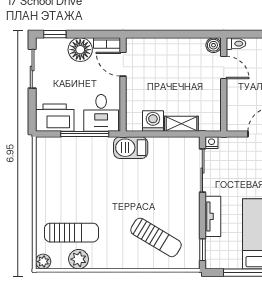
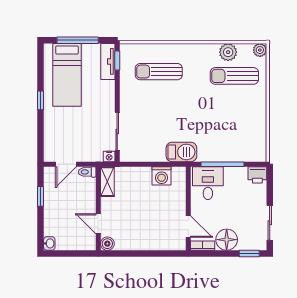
toilet: (236, 44) -> (87, 172), moved
printer: (55, 118) -> (257, 175), width x0.53, depth x0.68
shelving: (181, 124) -> (107, 182), moved, turned 90
tv unit: (213, 216) -> (108, 61), moved
sun lounger: (156, 237) -> (159, 72), turned -31

